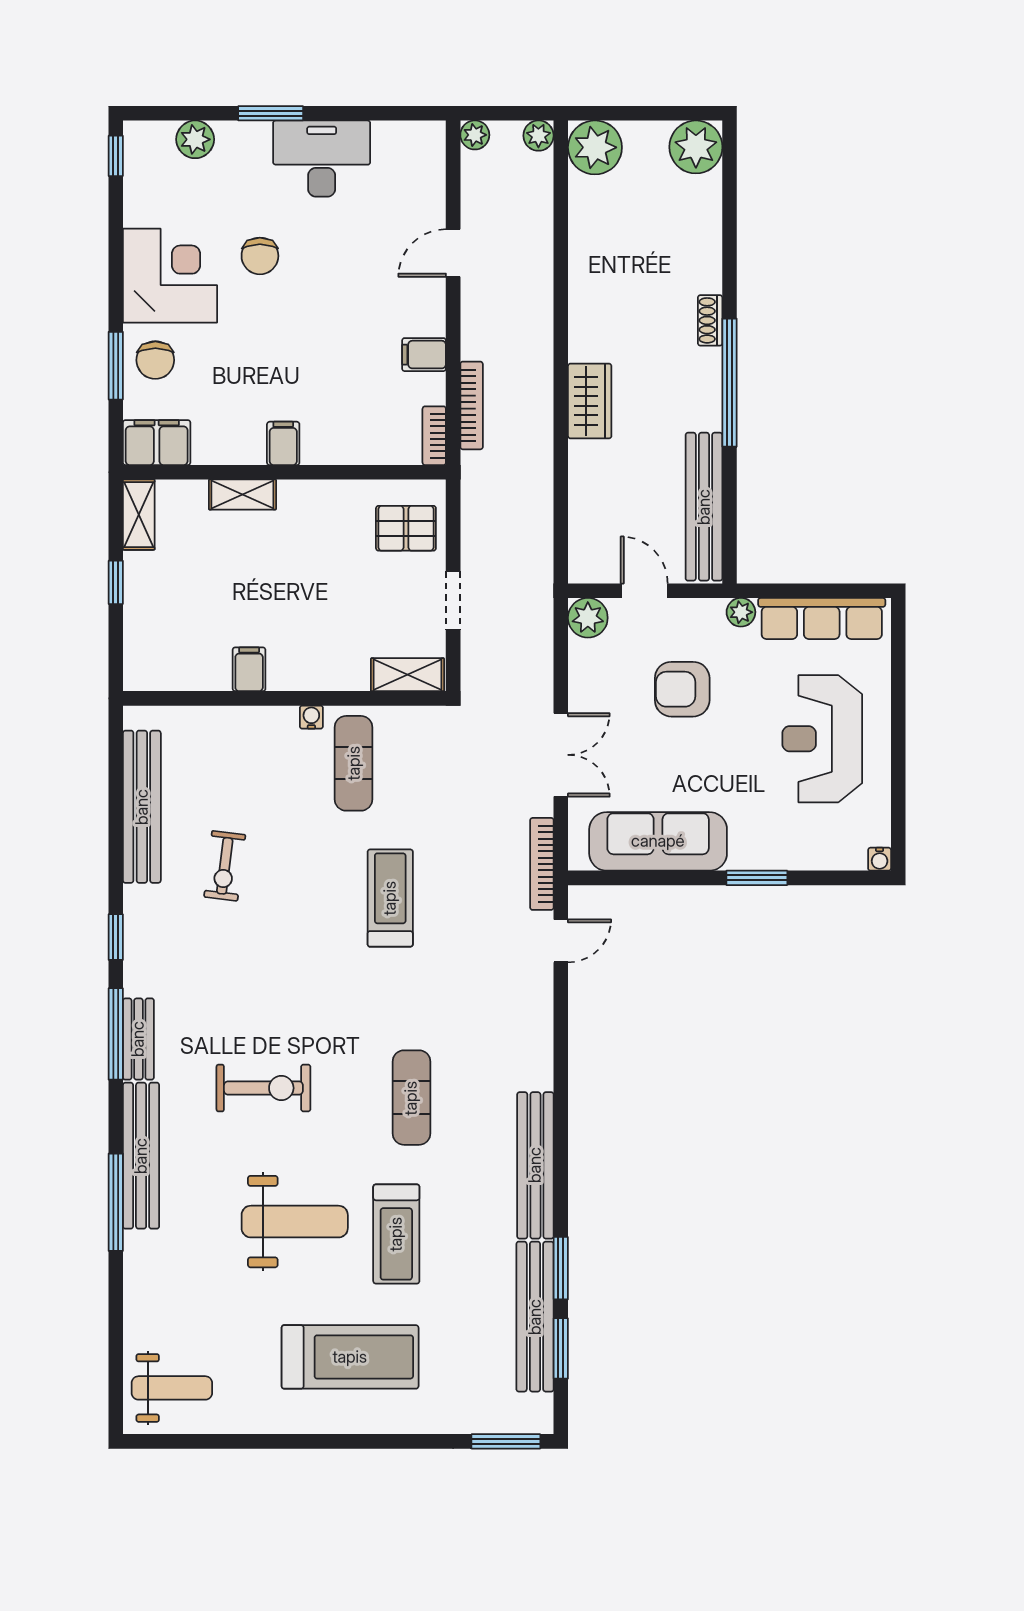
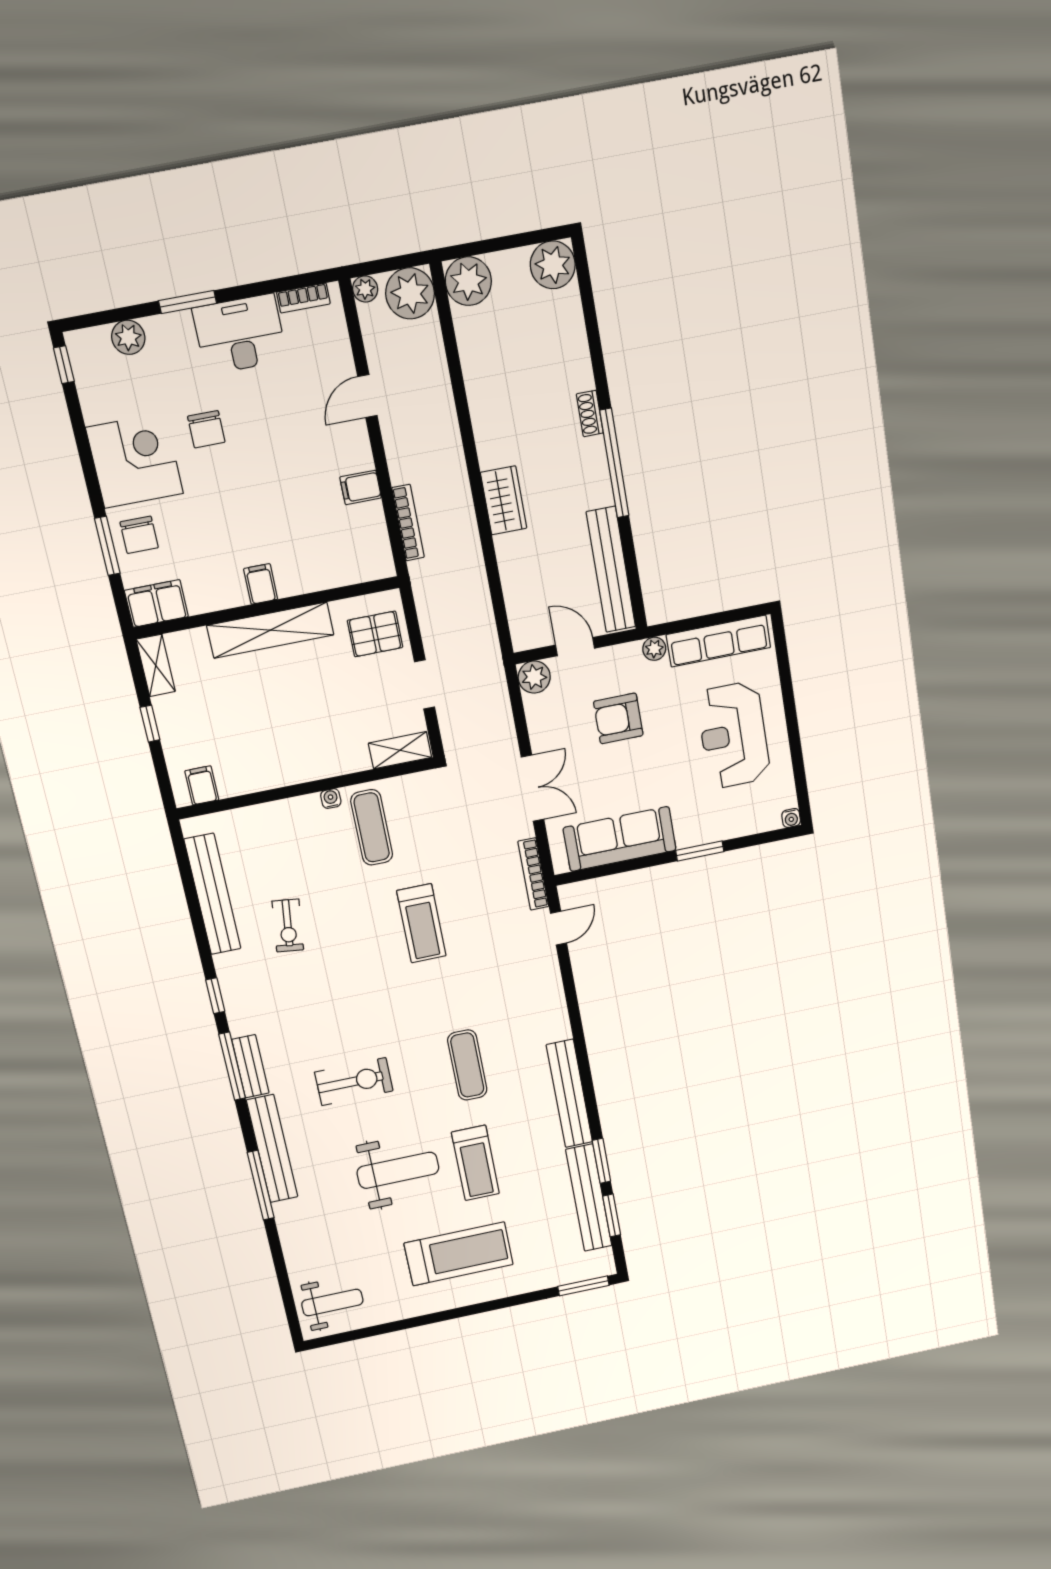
plant: (538, 136) -> (410, 293), width x1.88, depth x1.88
bookcase: (434, 436) -> (303, 298), moved, turned -90
shelving: (242, 495) -> (270, 630), width x2.20, depth x1.33
filing cabinet: (249, 669) -> (202, 785), moved
treadmill: (390, 898) -> (421, 923), turned 180

